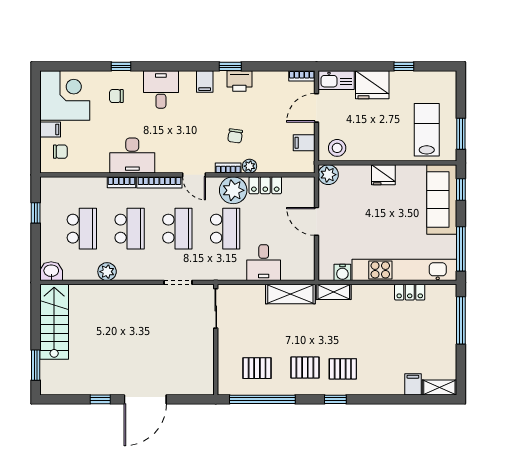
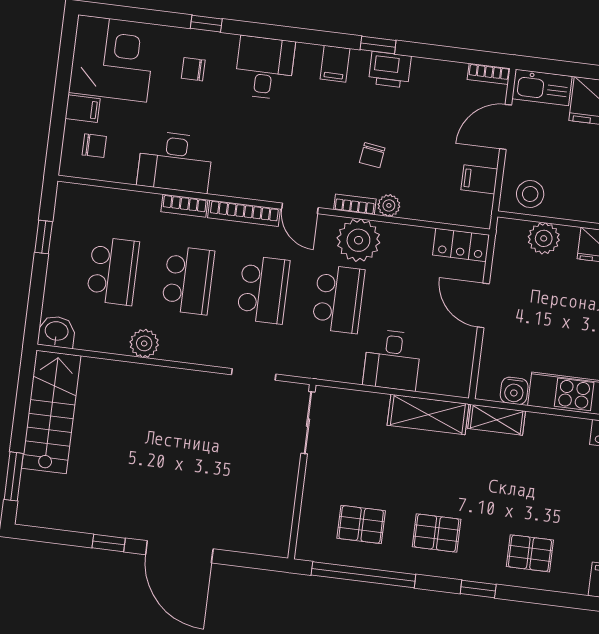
desk: (132, 156) -> (175, 162), moved
plant: (328, 175) -> (544, 238), moved
locker: (265, 185) -> (461, 245), moved
pallet: (343, 369) -> (530, 553), moved
door: (145, 399) -> (179, 552), hinge flipped

